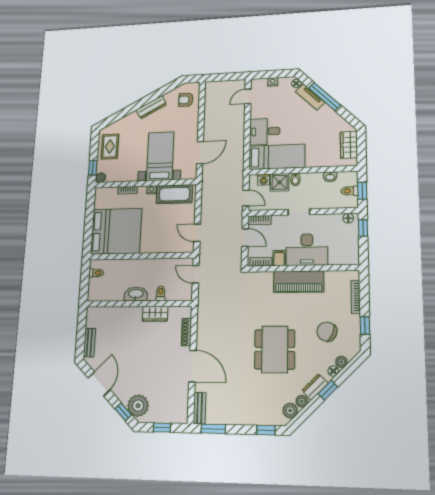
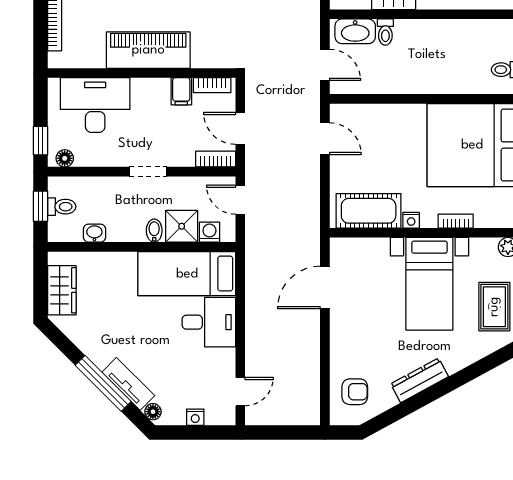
bed with nightstands: (160, 156) -> (429, 284), moved
desk: (307, 250) -> (95, 105), moved
washbasin: (136, 294) -> (355, 31), moved

